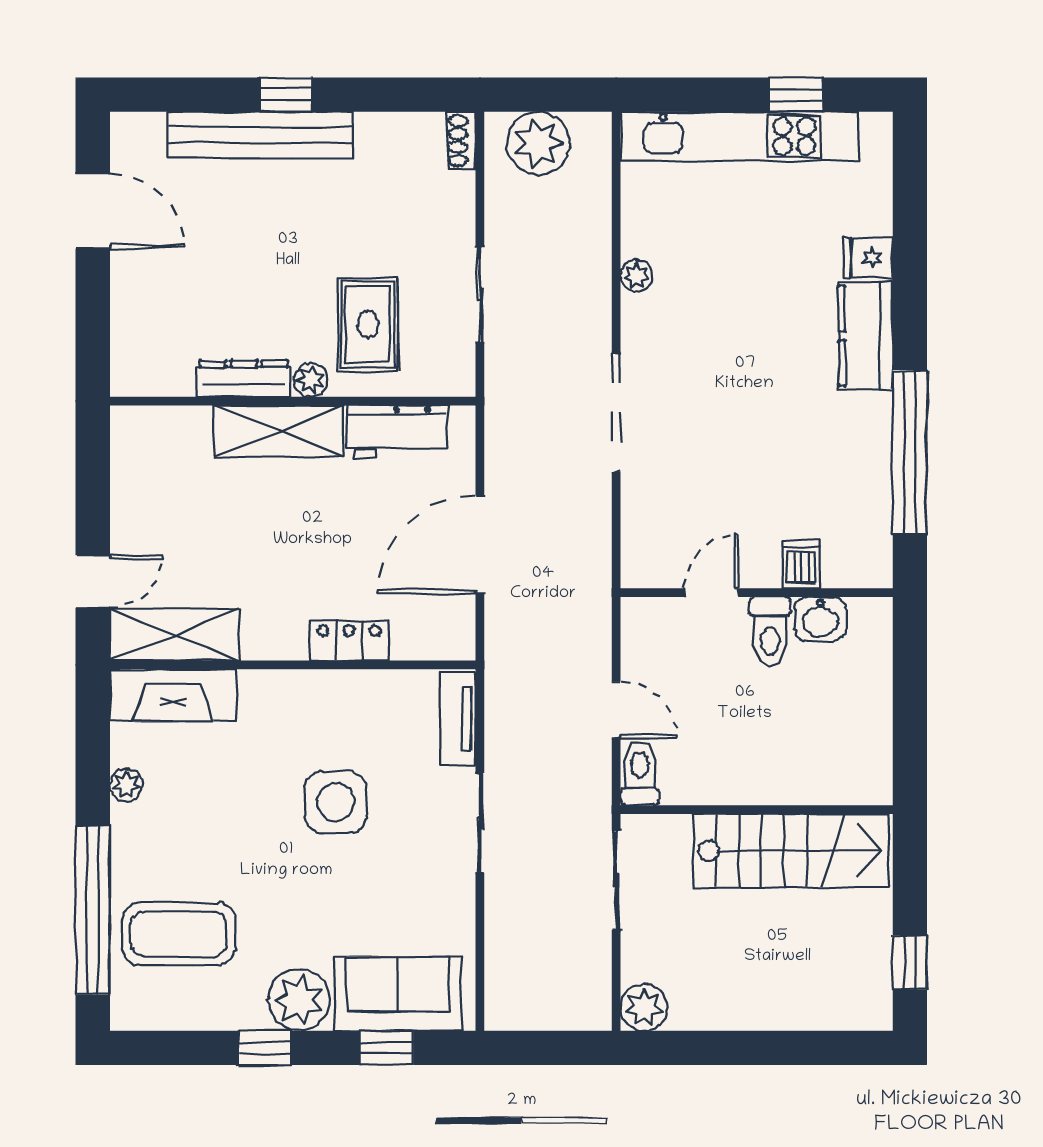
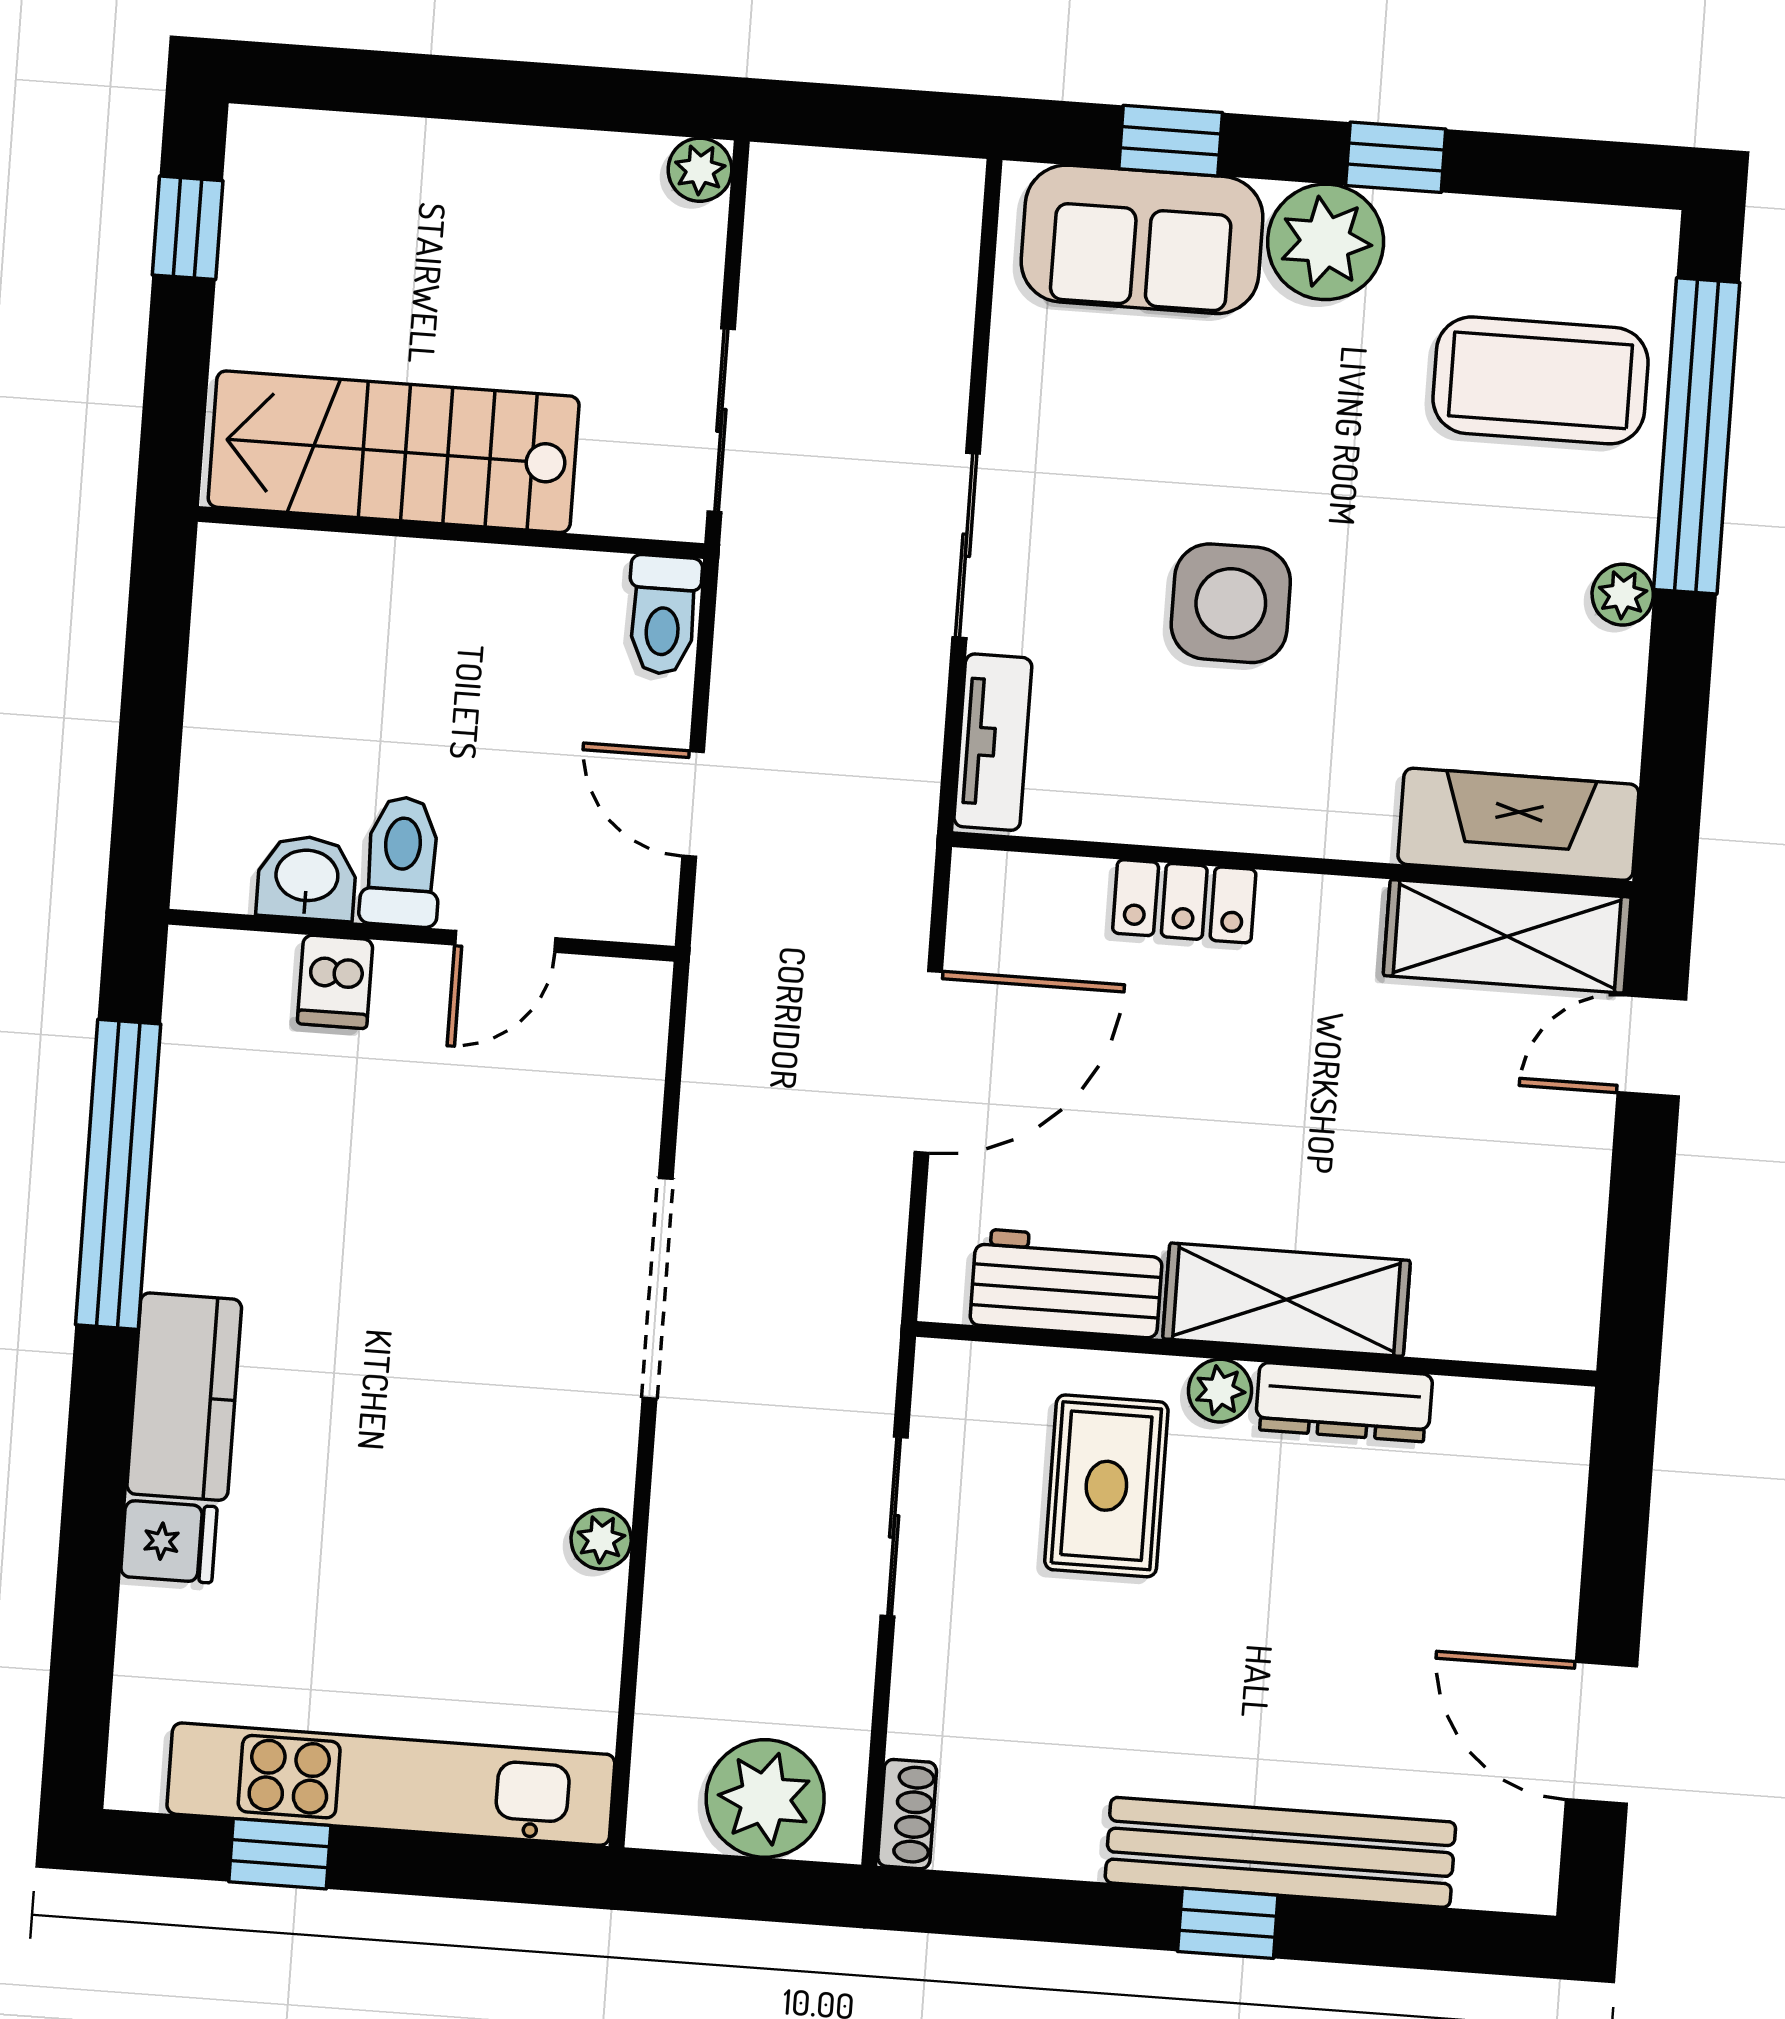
door: (616, 710) -> (693, 804), moved
plant: (126, 785) -> (1623, 595), moved
plant: (644, 1007) -> (700, 170), width x0.73, depth x0.73

